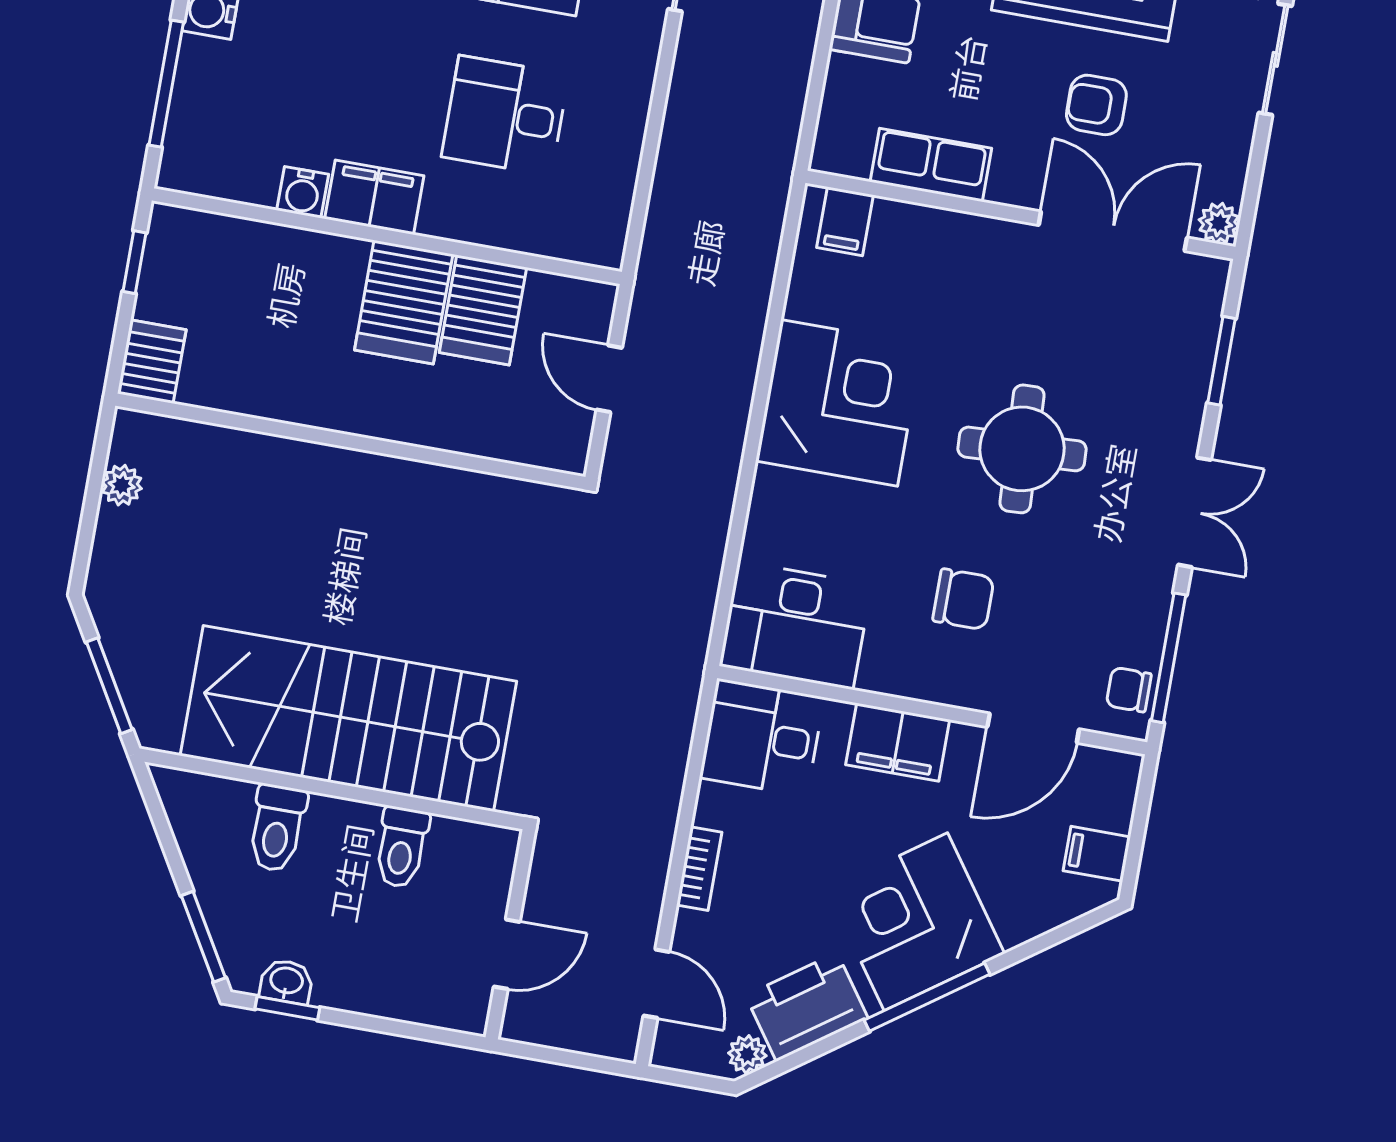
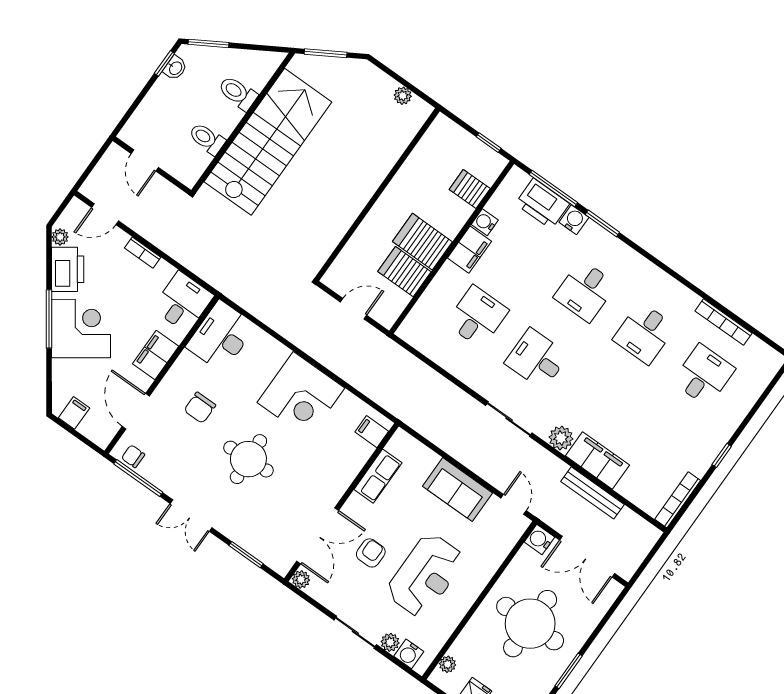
printer: (208, 91) -> (542, 204), added
server rack: (152, 362) -> (470, 189), moved, turned 180
chair: (1129, 690) -> (133, 456), turned -90

